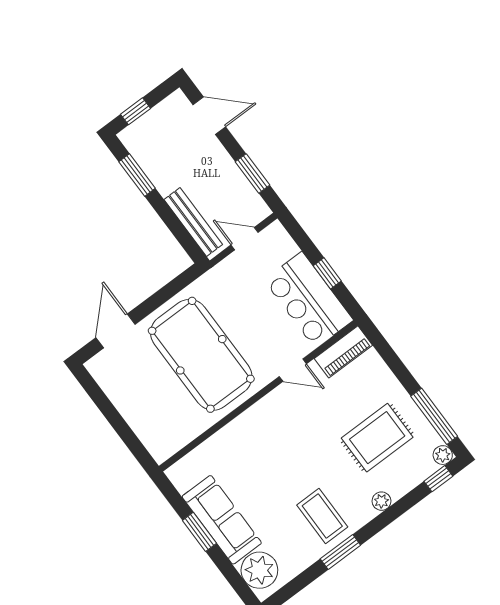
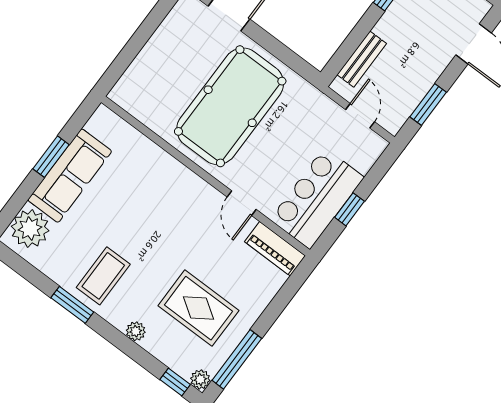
bench: (193, 222) -> (362, 59), width x0.73

